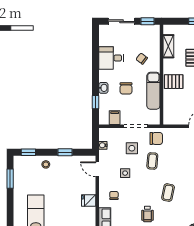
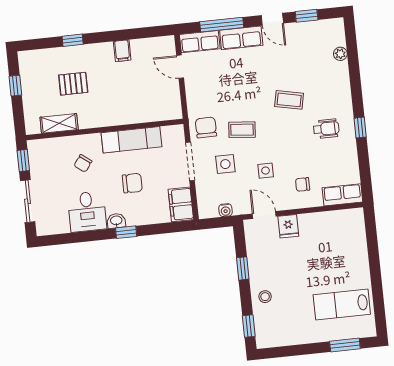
pallet: (174, 82) -> (114, 109), removed
washbasin: (103, 88) -> (116, 221), moved
window: (96, 102) -> (126, 232), moved
filing cabinet: (115, 118) -> (181, 204), width x2.00
door: (97, 169) -> (264, 215), swing flipped
window: (10, 179) -> (345, 345), moved
fridge: (89, 200) -> (288, 226), moved

